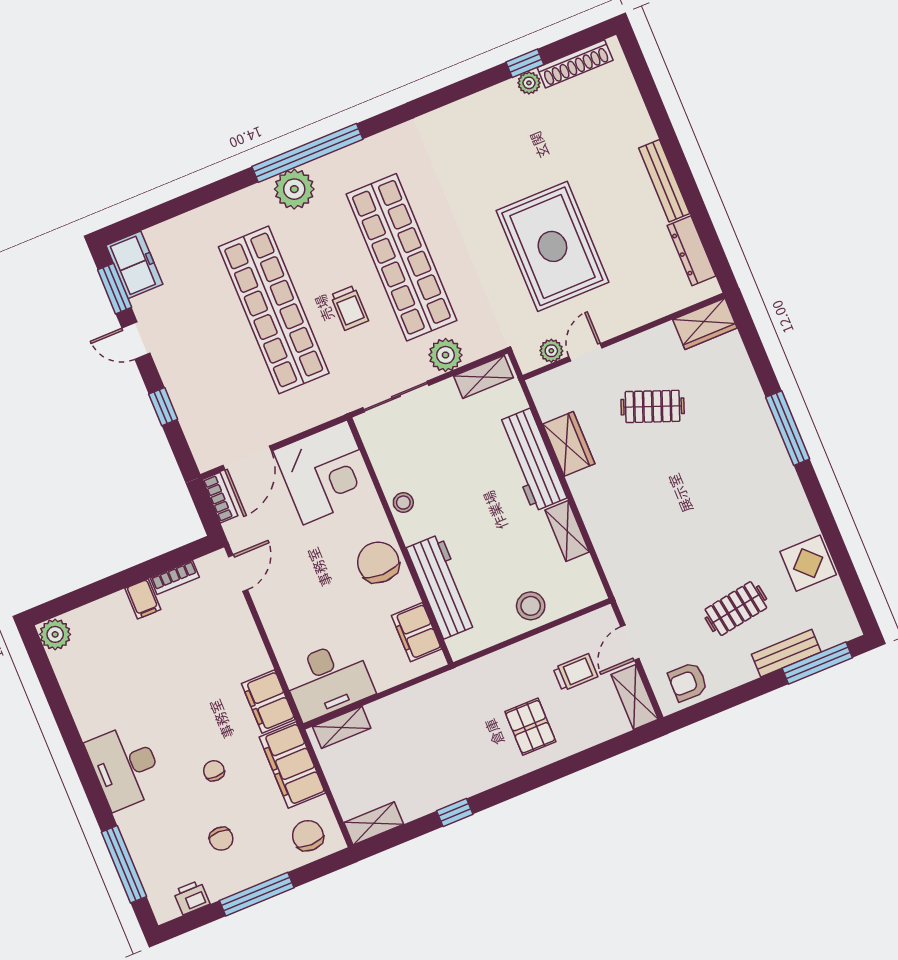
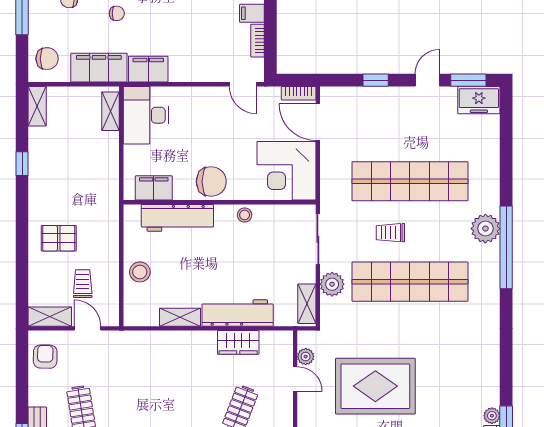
trolley: (575, 672) -> (83, 284), turned 180

